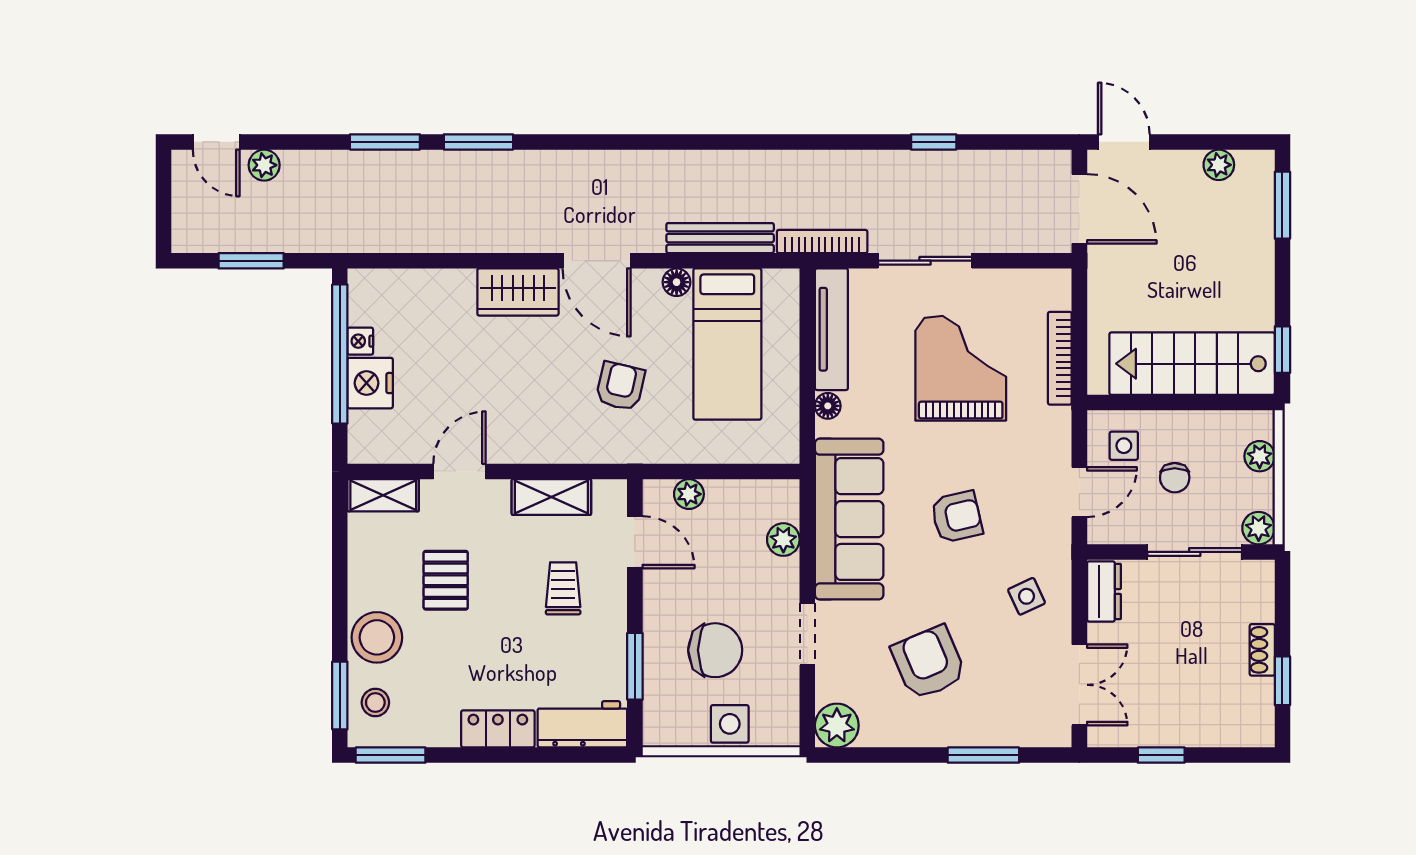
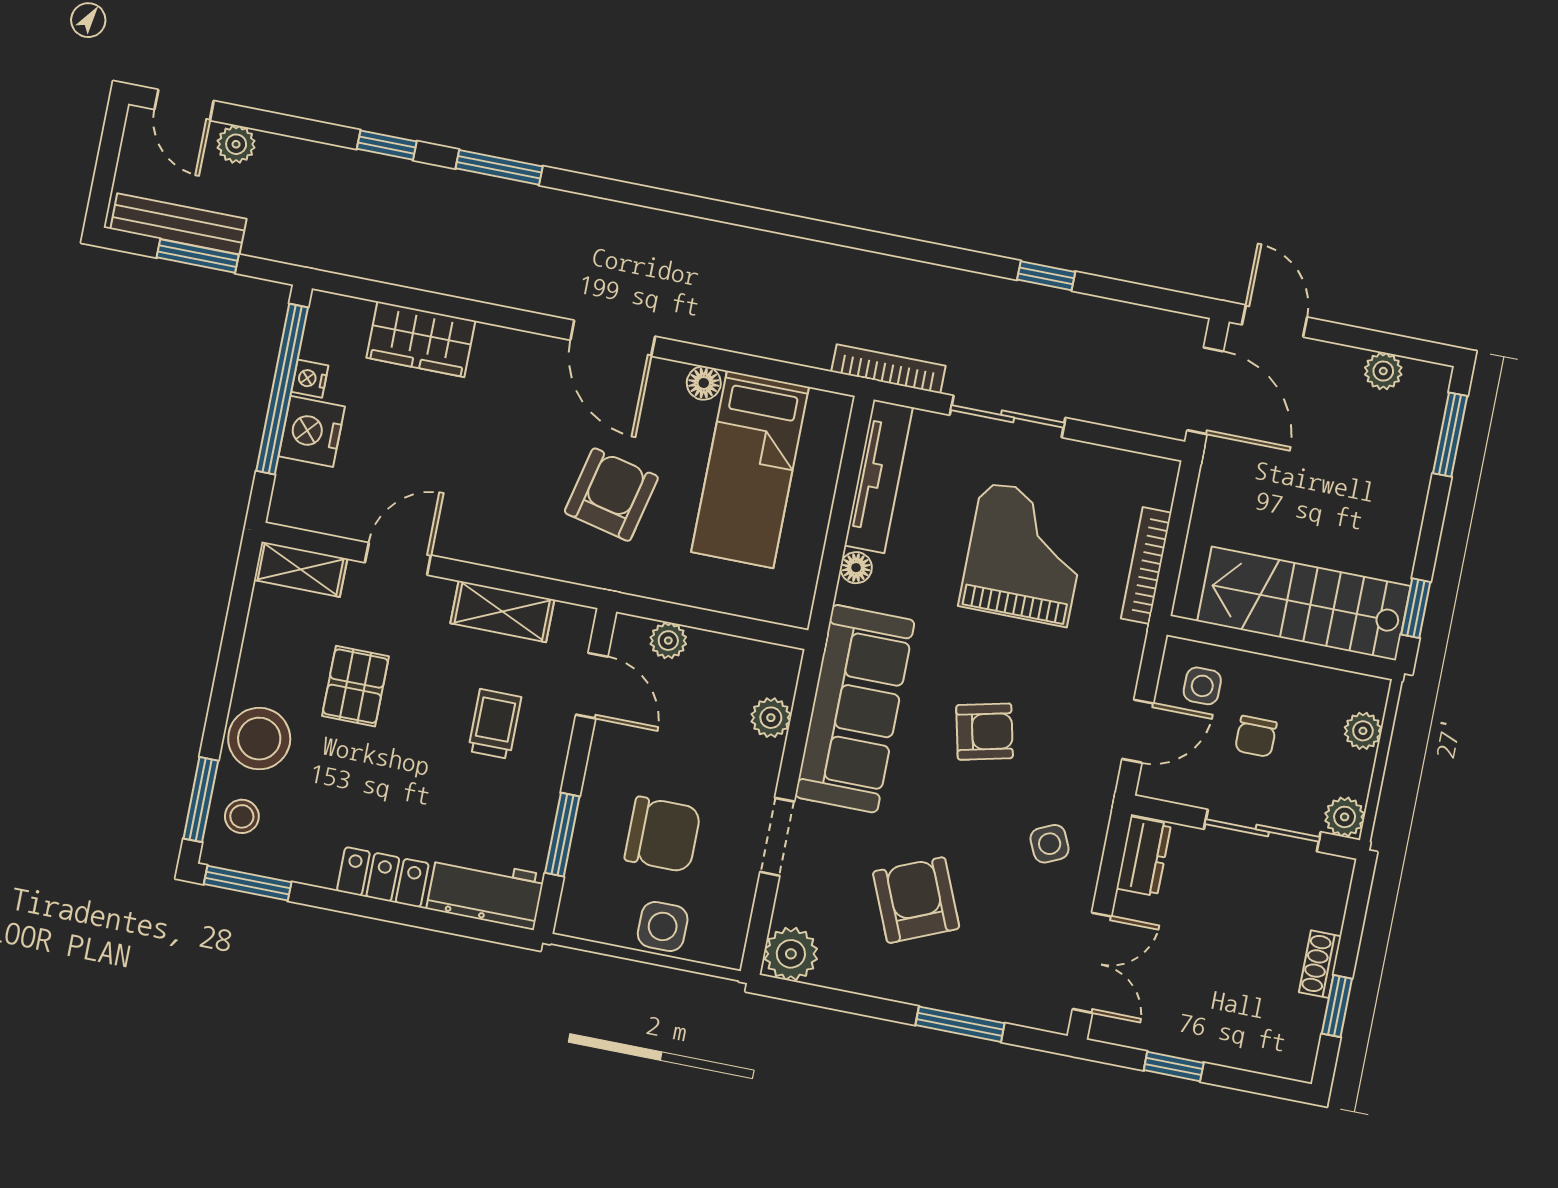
window: (385, 142) -> (387, 145), width x0.67
bench: (720, 238) -> (178, 224), moved
wardrobe: (518, 292) -> (421, 339), moved
armchair: (620, 386) -> (611, 495), width x1.38, depth x1.38

